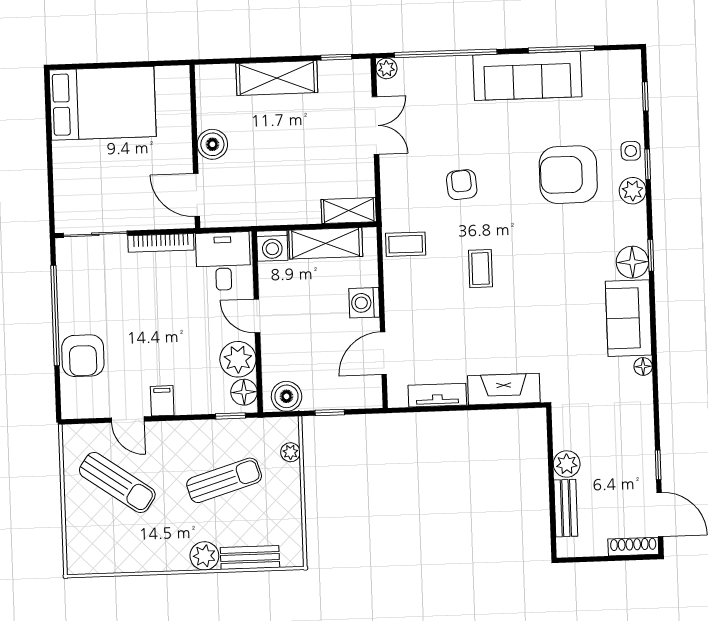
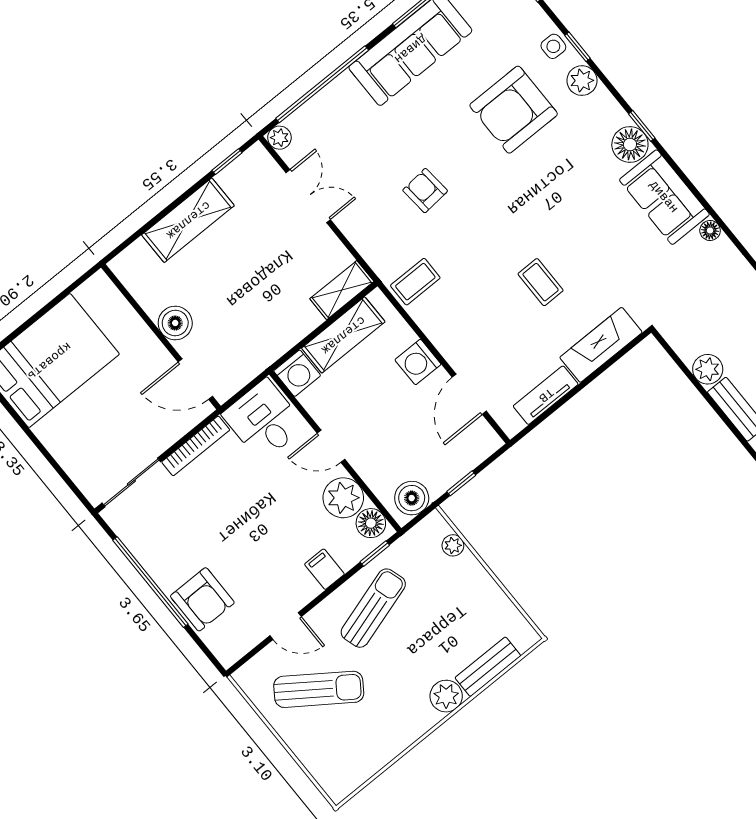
coffee table: (480, 269) -> (541, 282), moved
filing cabinet: (162, 401) -> (324, 569), moved
sun lounger: (224, 480) -> (373, 608), moved

